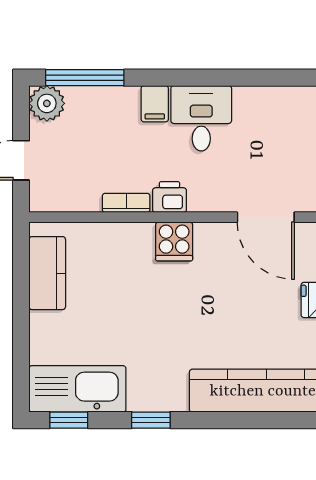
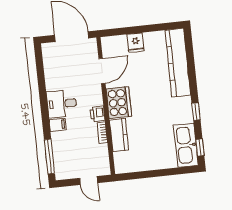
plant: (47, 103) -> (63, 172), removed
cooker: (174, 241) -> (119, 103), width x1.87, depth x1.31
kitchen counter: (47, 273) -> (119, 135), moved, turned 90

